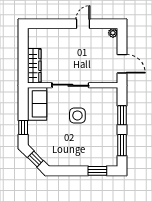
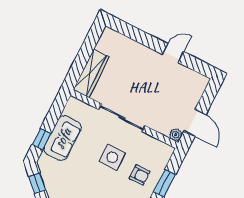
plant: (113, 33) -> (176, 135), moved
sofa: (37, 104) -> (63, 138), moved
armchair: (102, 118) -> (140, 175), added

